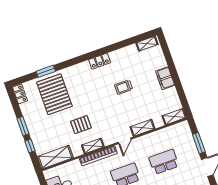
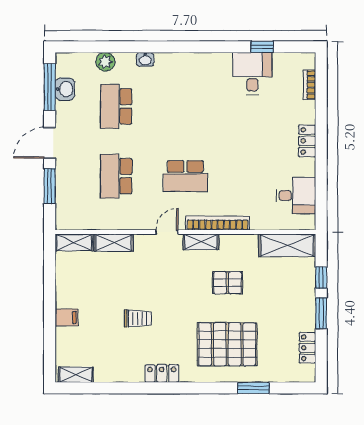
filing cabinet: (165, 78) -> (66, 317), width x0.50
locker: (20, 94) -> (307, 348), moved
pallet: (54, 94) -> (227, 344), moved, turned 90
shelving: (142, 128) -> (114, 243), moved
shelving: (93, 146) -> (201, 242), moved
school desk: (164, 162) -> (116, 176), turned 90

